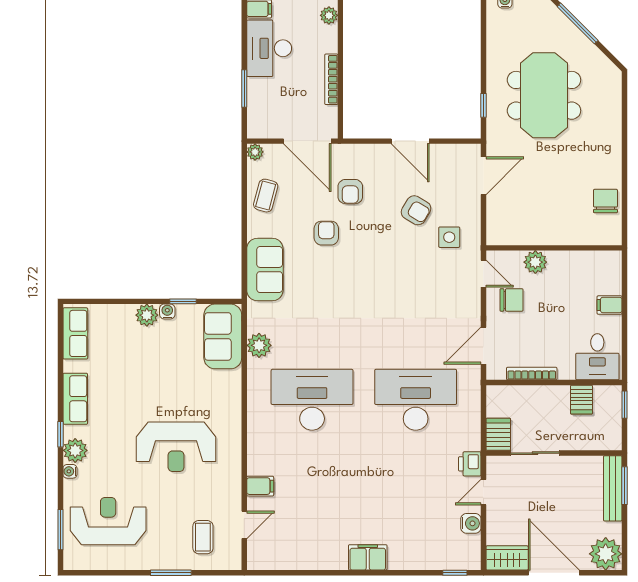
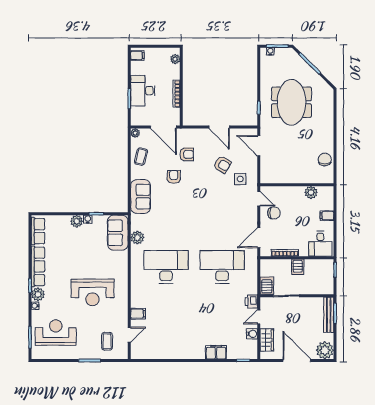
desk: (269, 48) -> (143, 91), moved
door: (483, 176) -> (259, 146), swing flipped
armchair: (350, 192) -> (187, 154), turned -90
plant: (535, 262) -> (311, 192), moved
row of seats: (75, 399) -> (38, 266), width x1.48
server rack: (581, 400) -> (298, 267), moved
filing cabinet: (368, 557) -> (216, 352), moved
wardrobe: (507, 558) -> (267, 340), moved, turned 90

